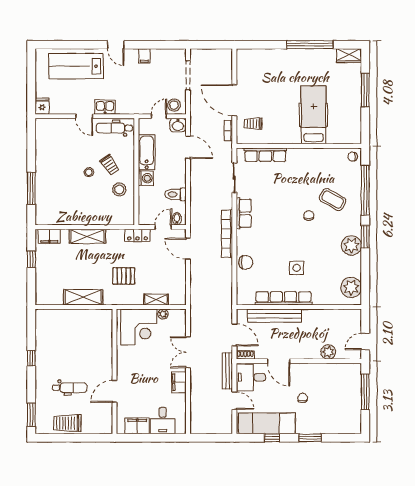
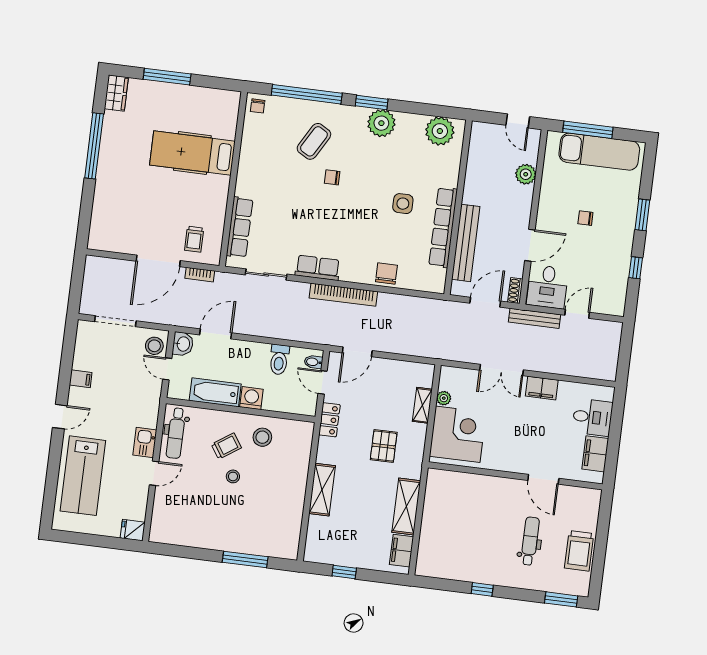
filing cabinet: (49, 236) -> (402, 551), moved, turned 180
exam couch: (267, 423) -> (599, 152), moved, turned -90

